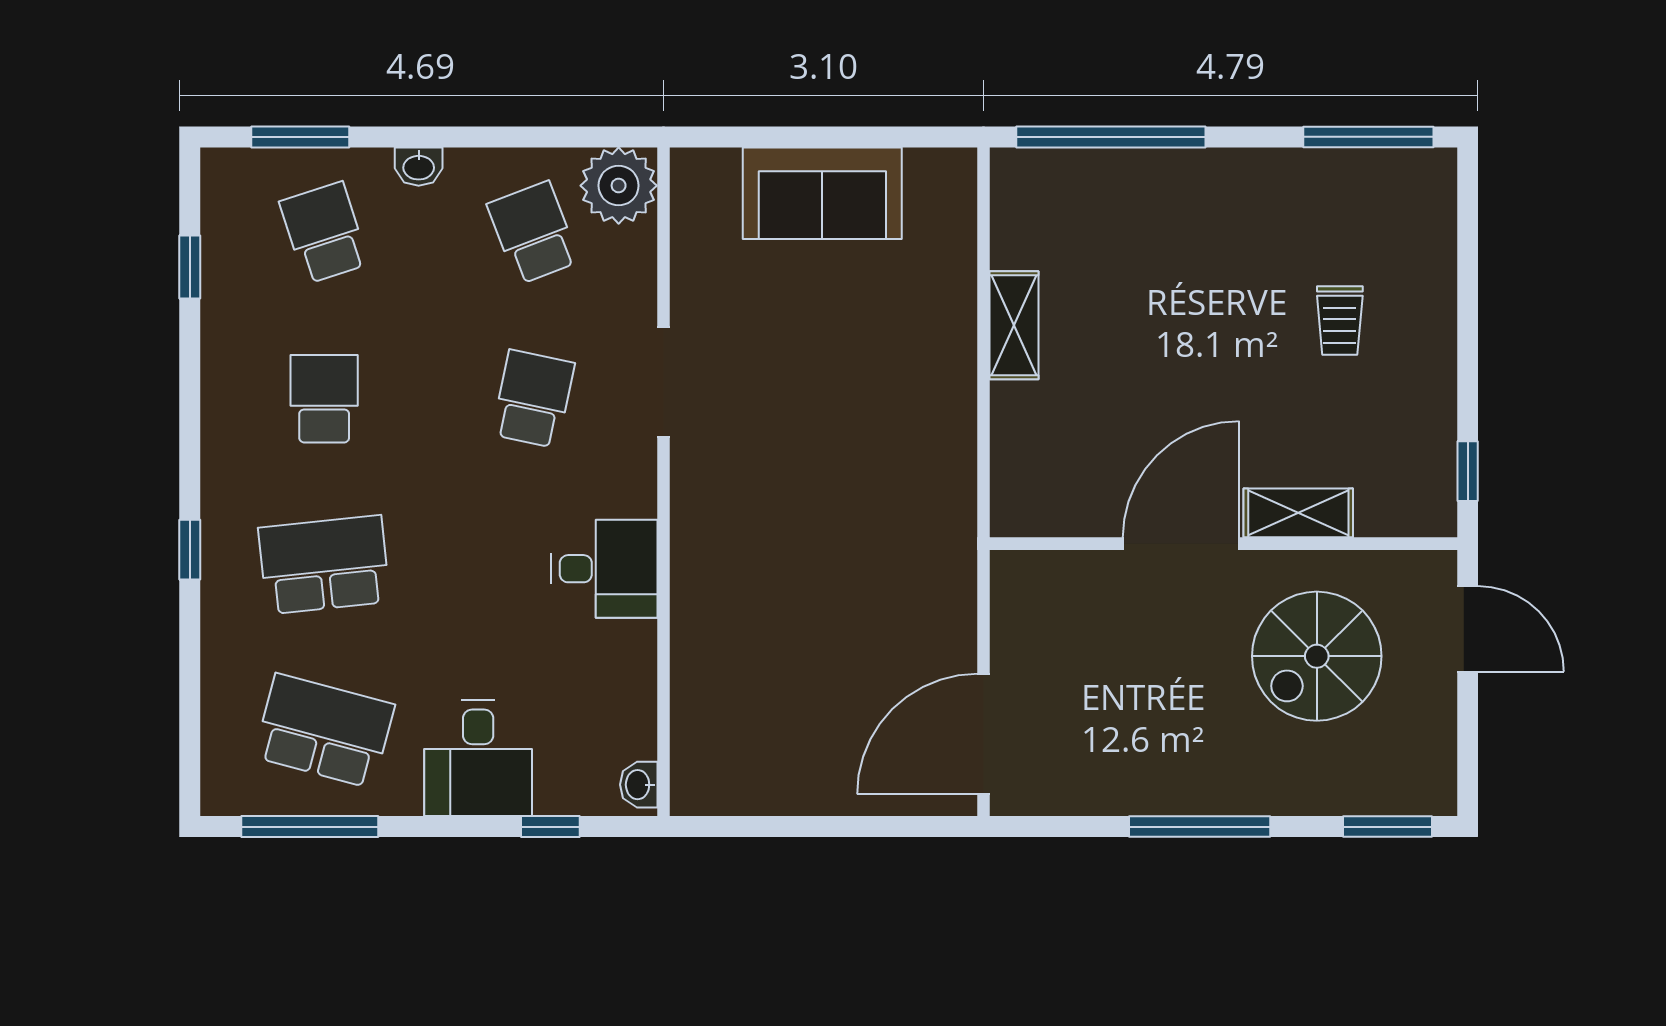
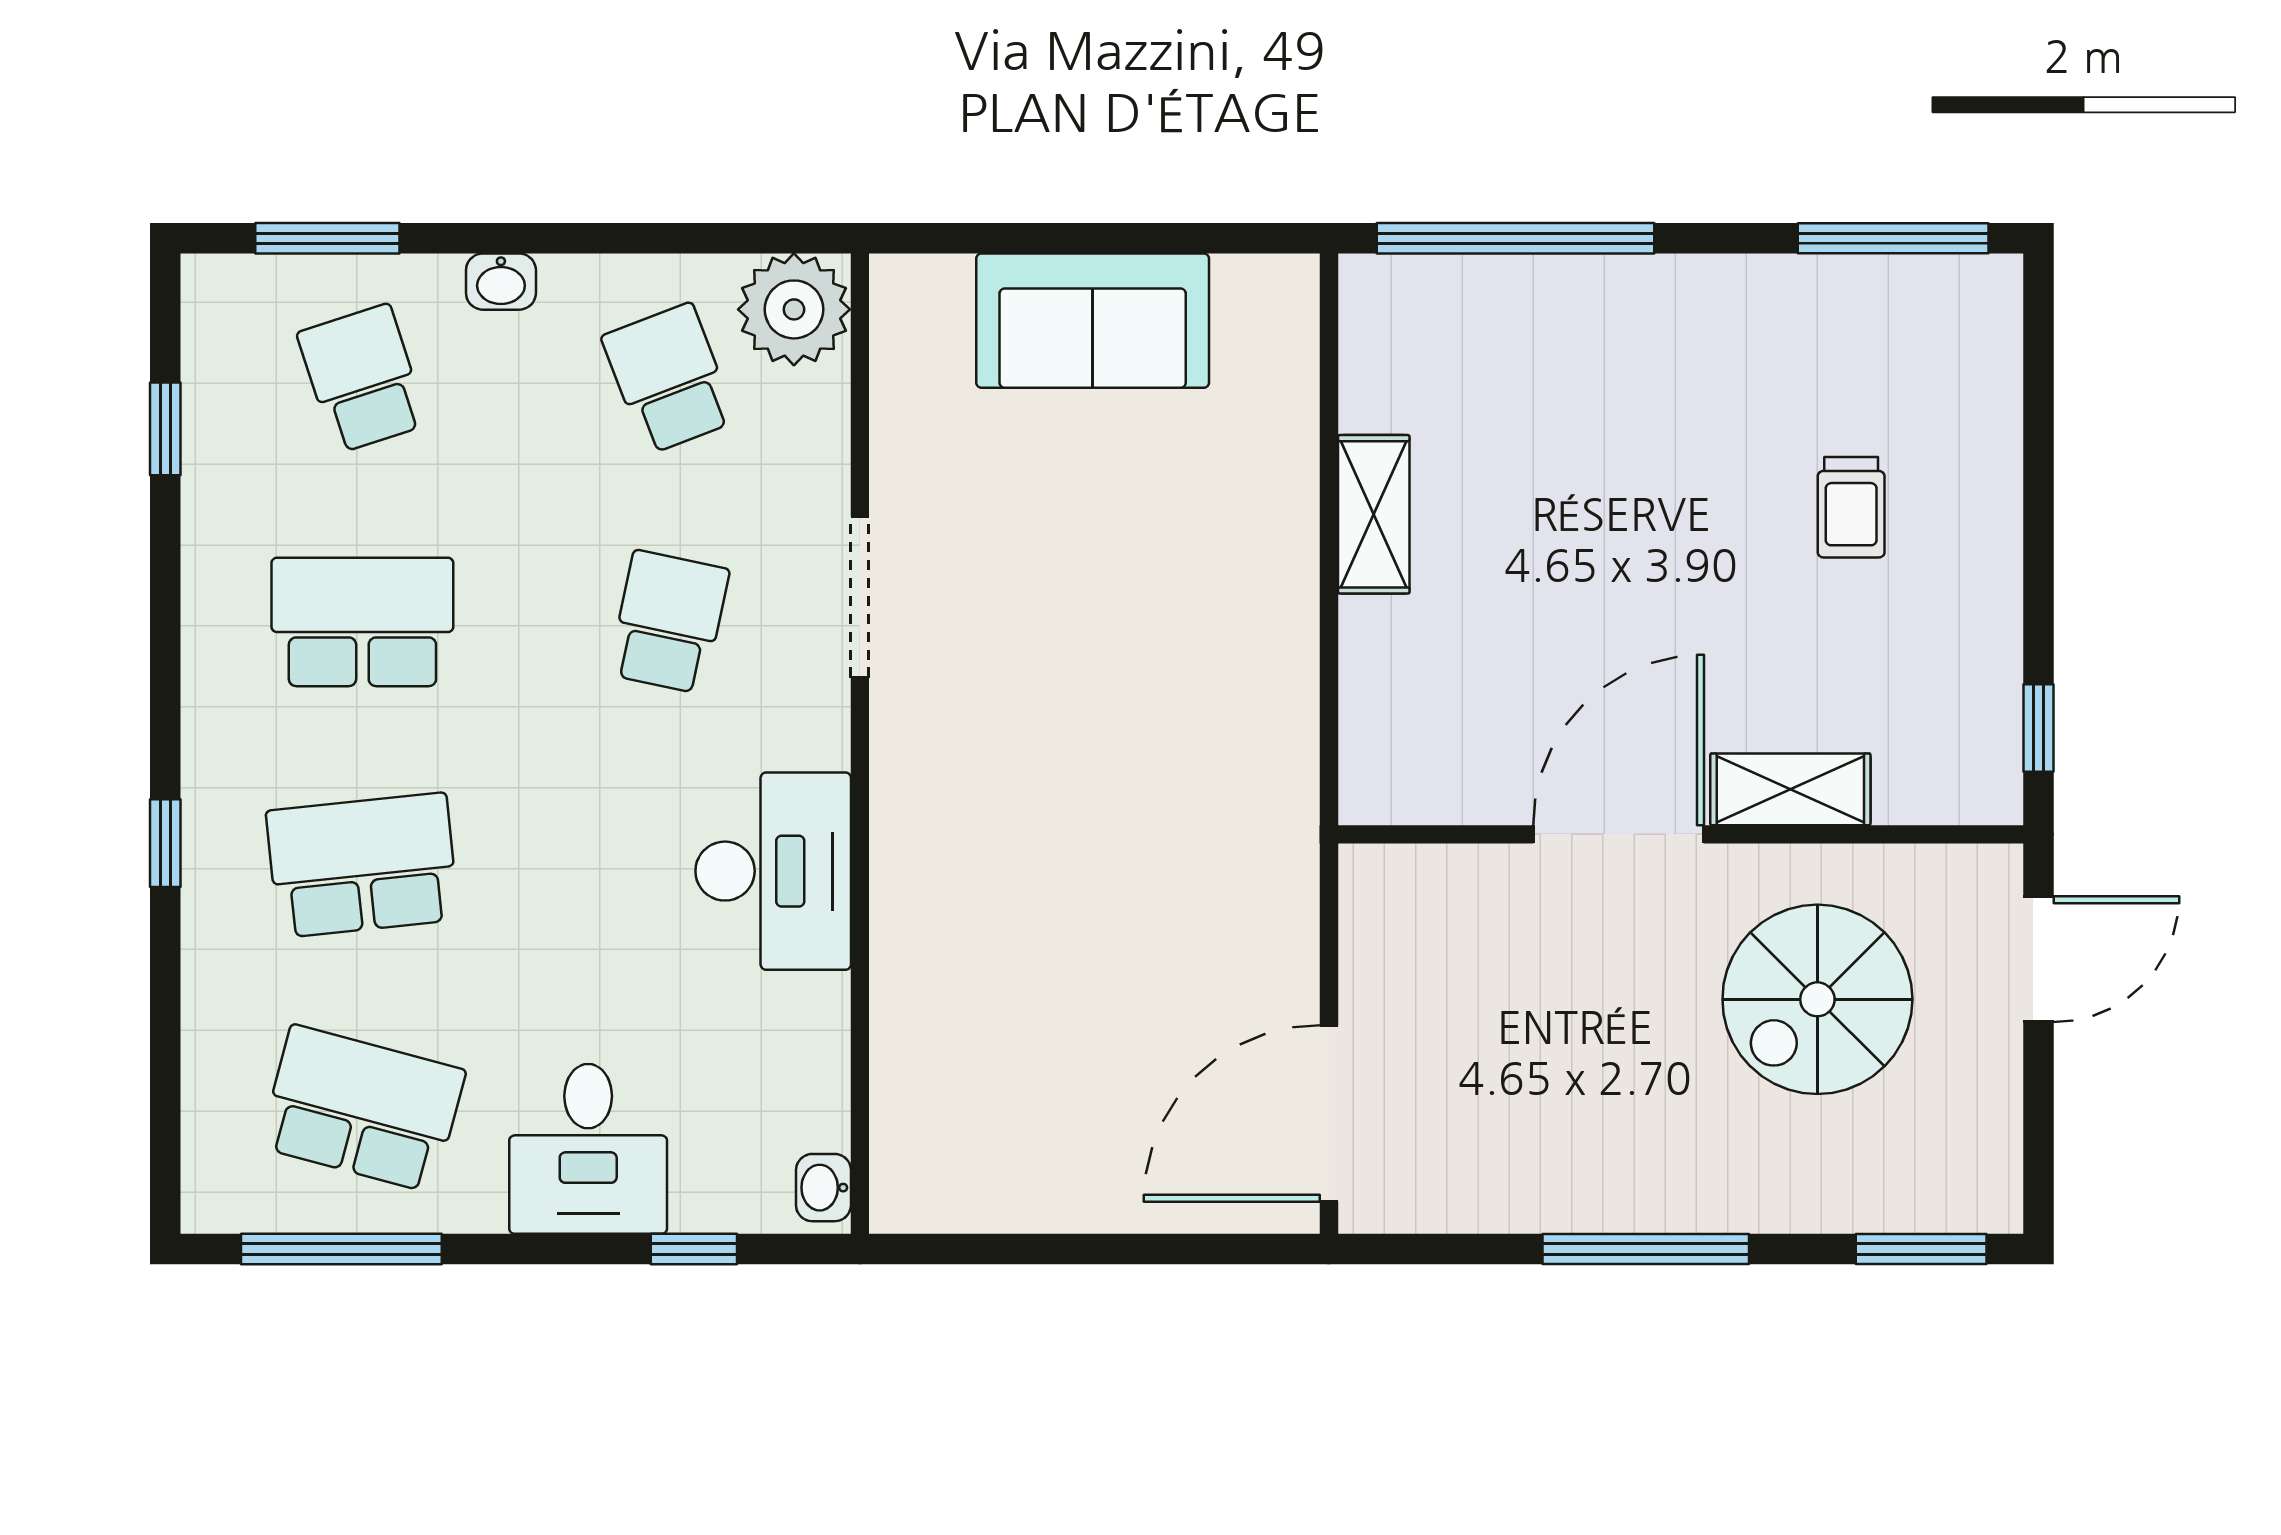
school desk: (324, 399) -> (362, 622), width x1.85
desk: (604, 569) -> (773, 871), width x1.37
door: (1468, 629) -> (2039, 959), hinge flipped

